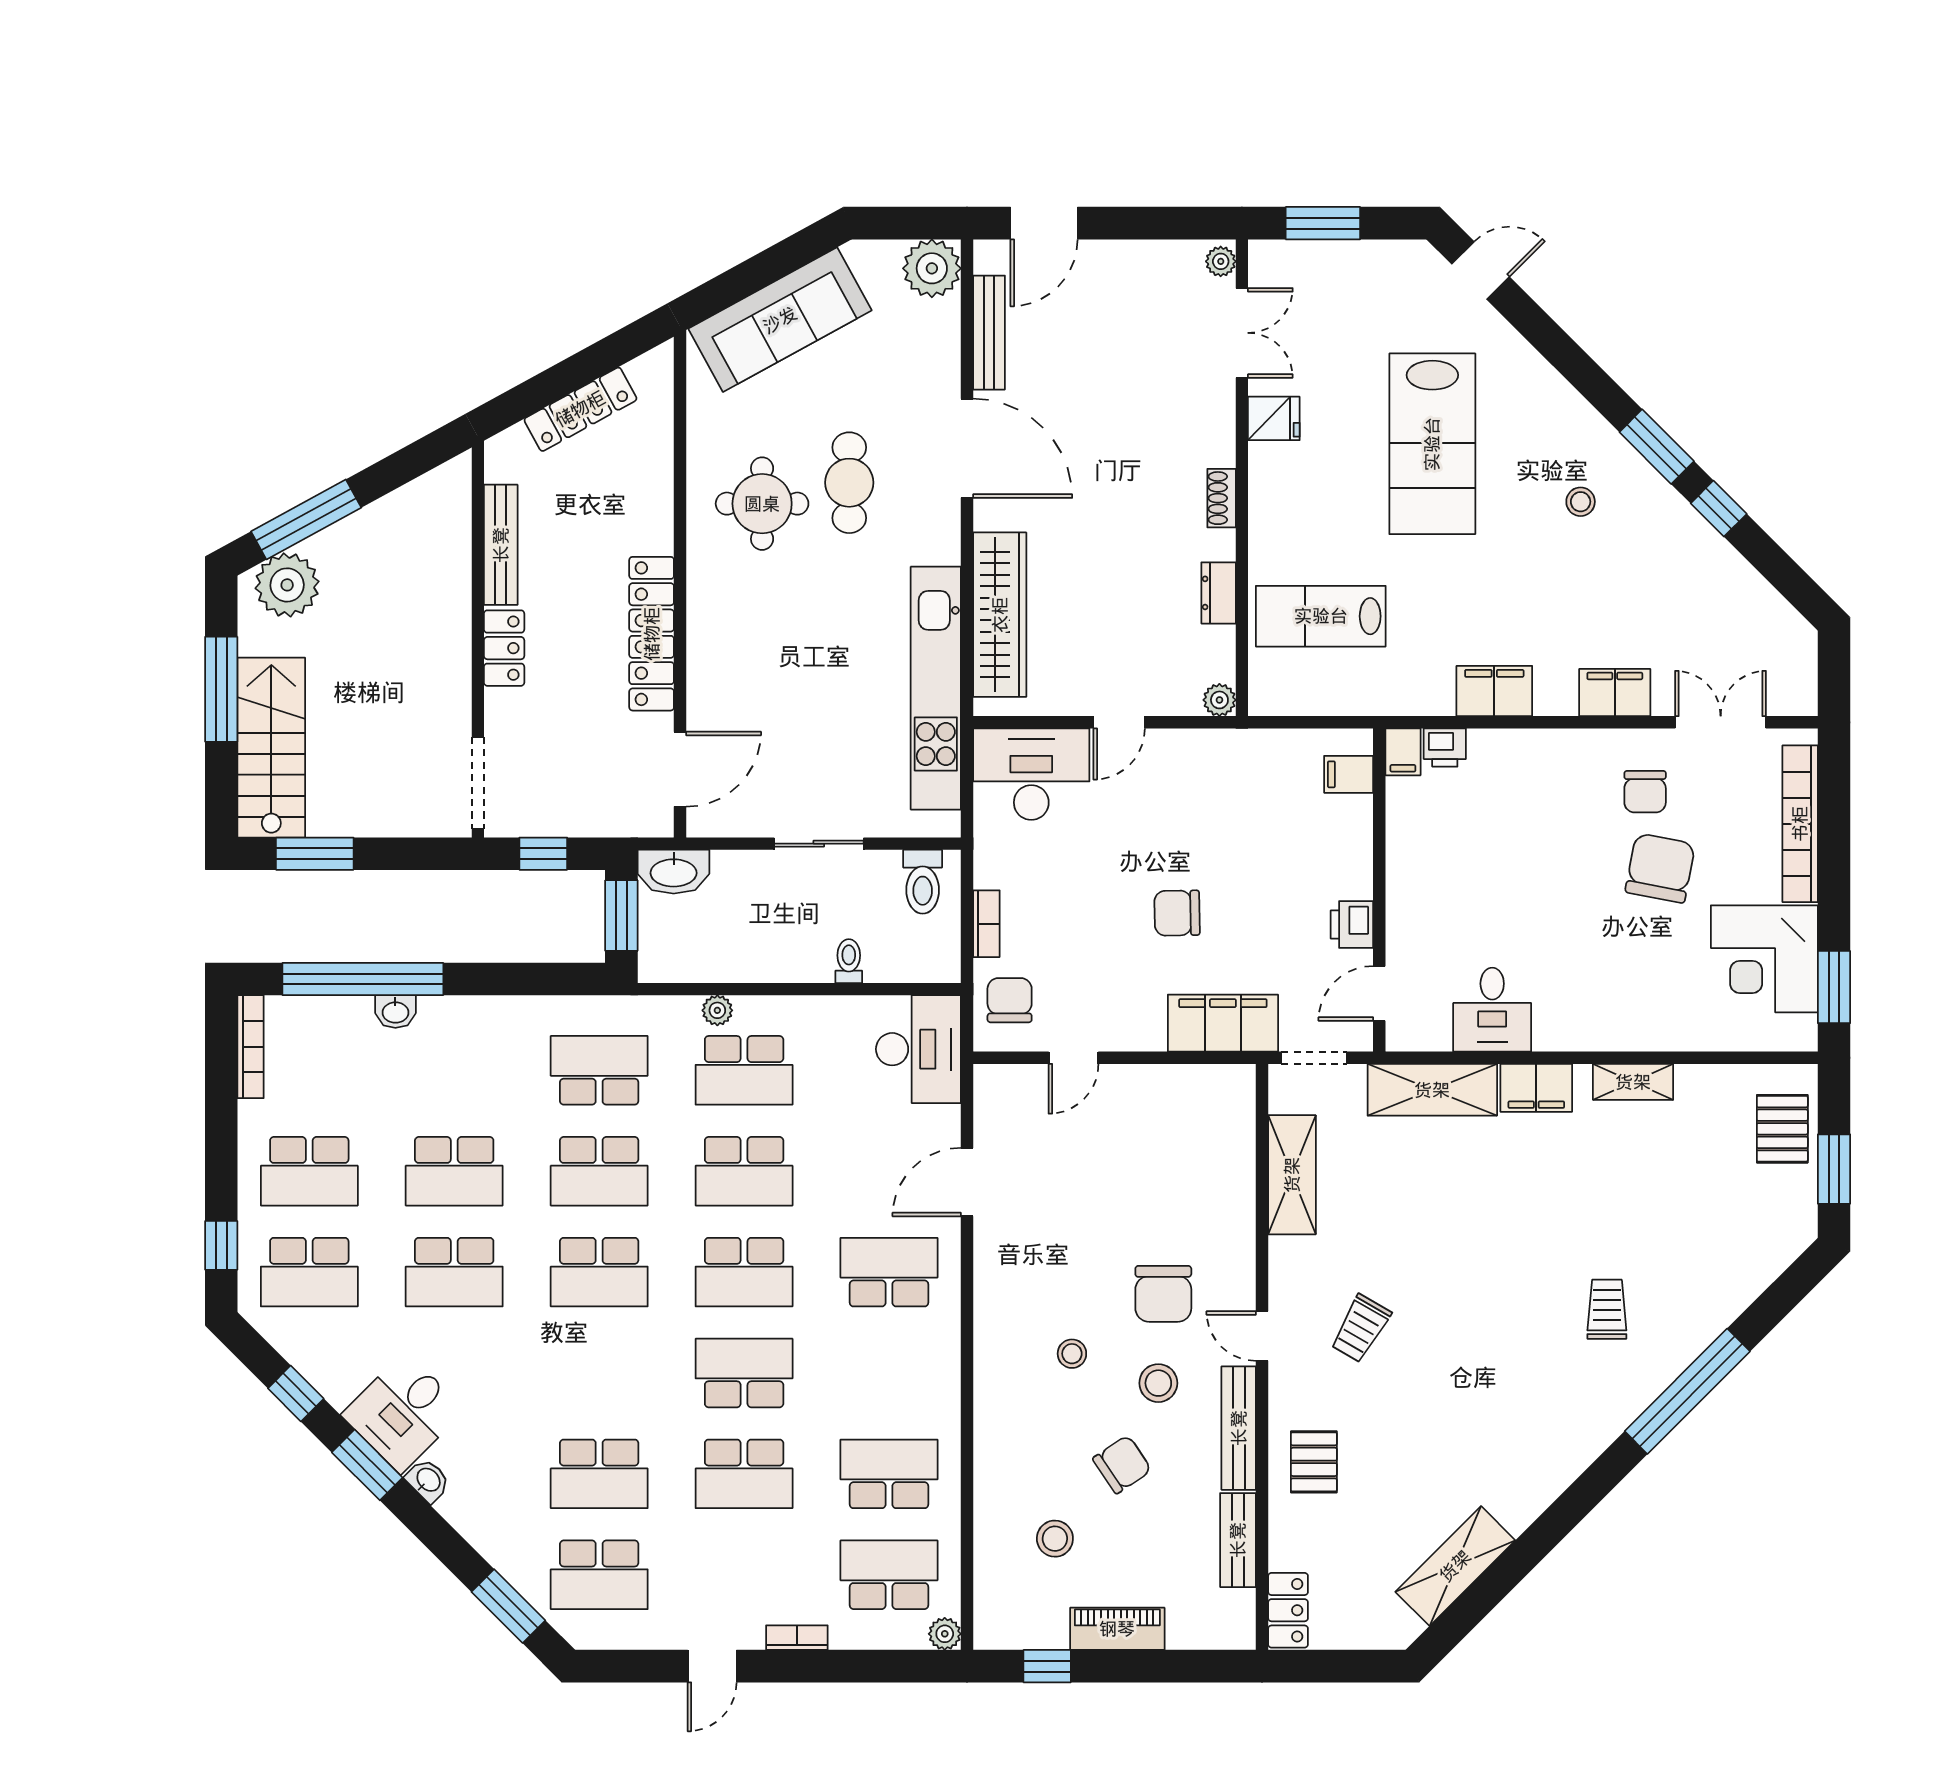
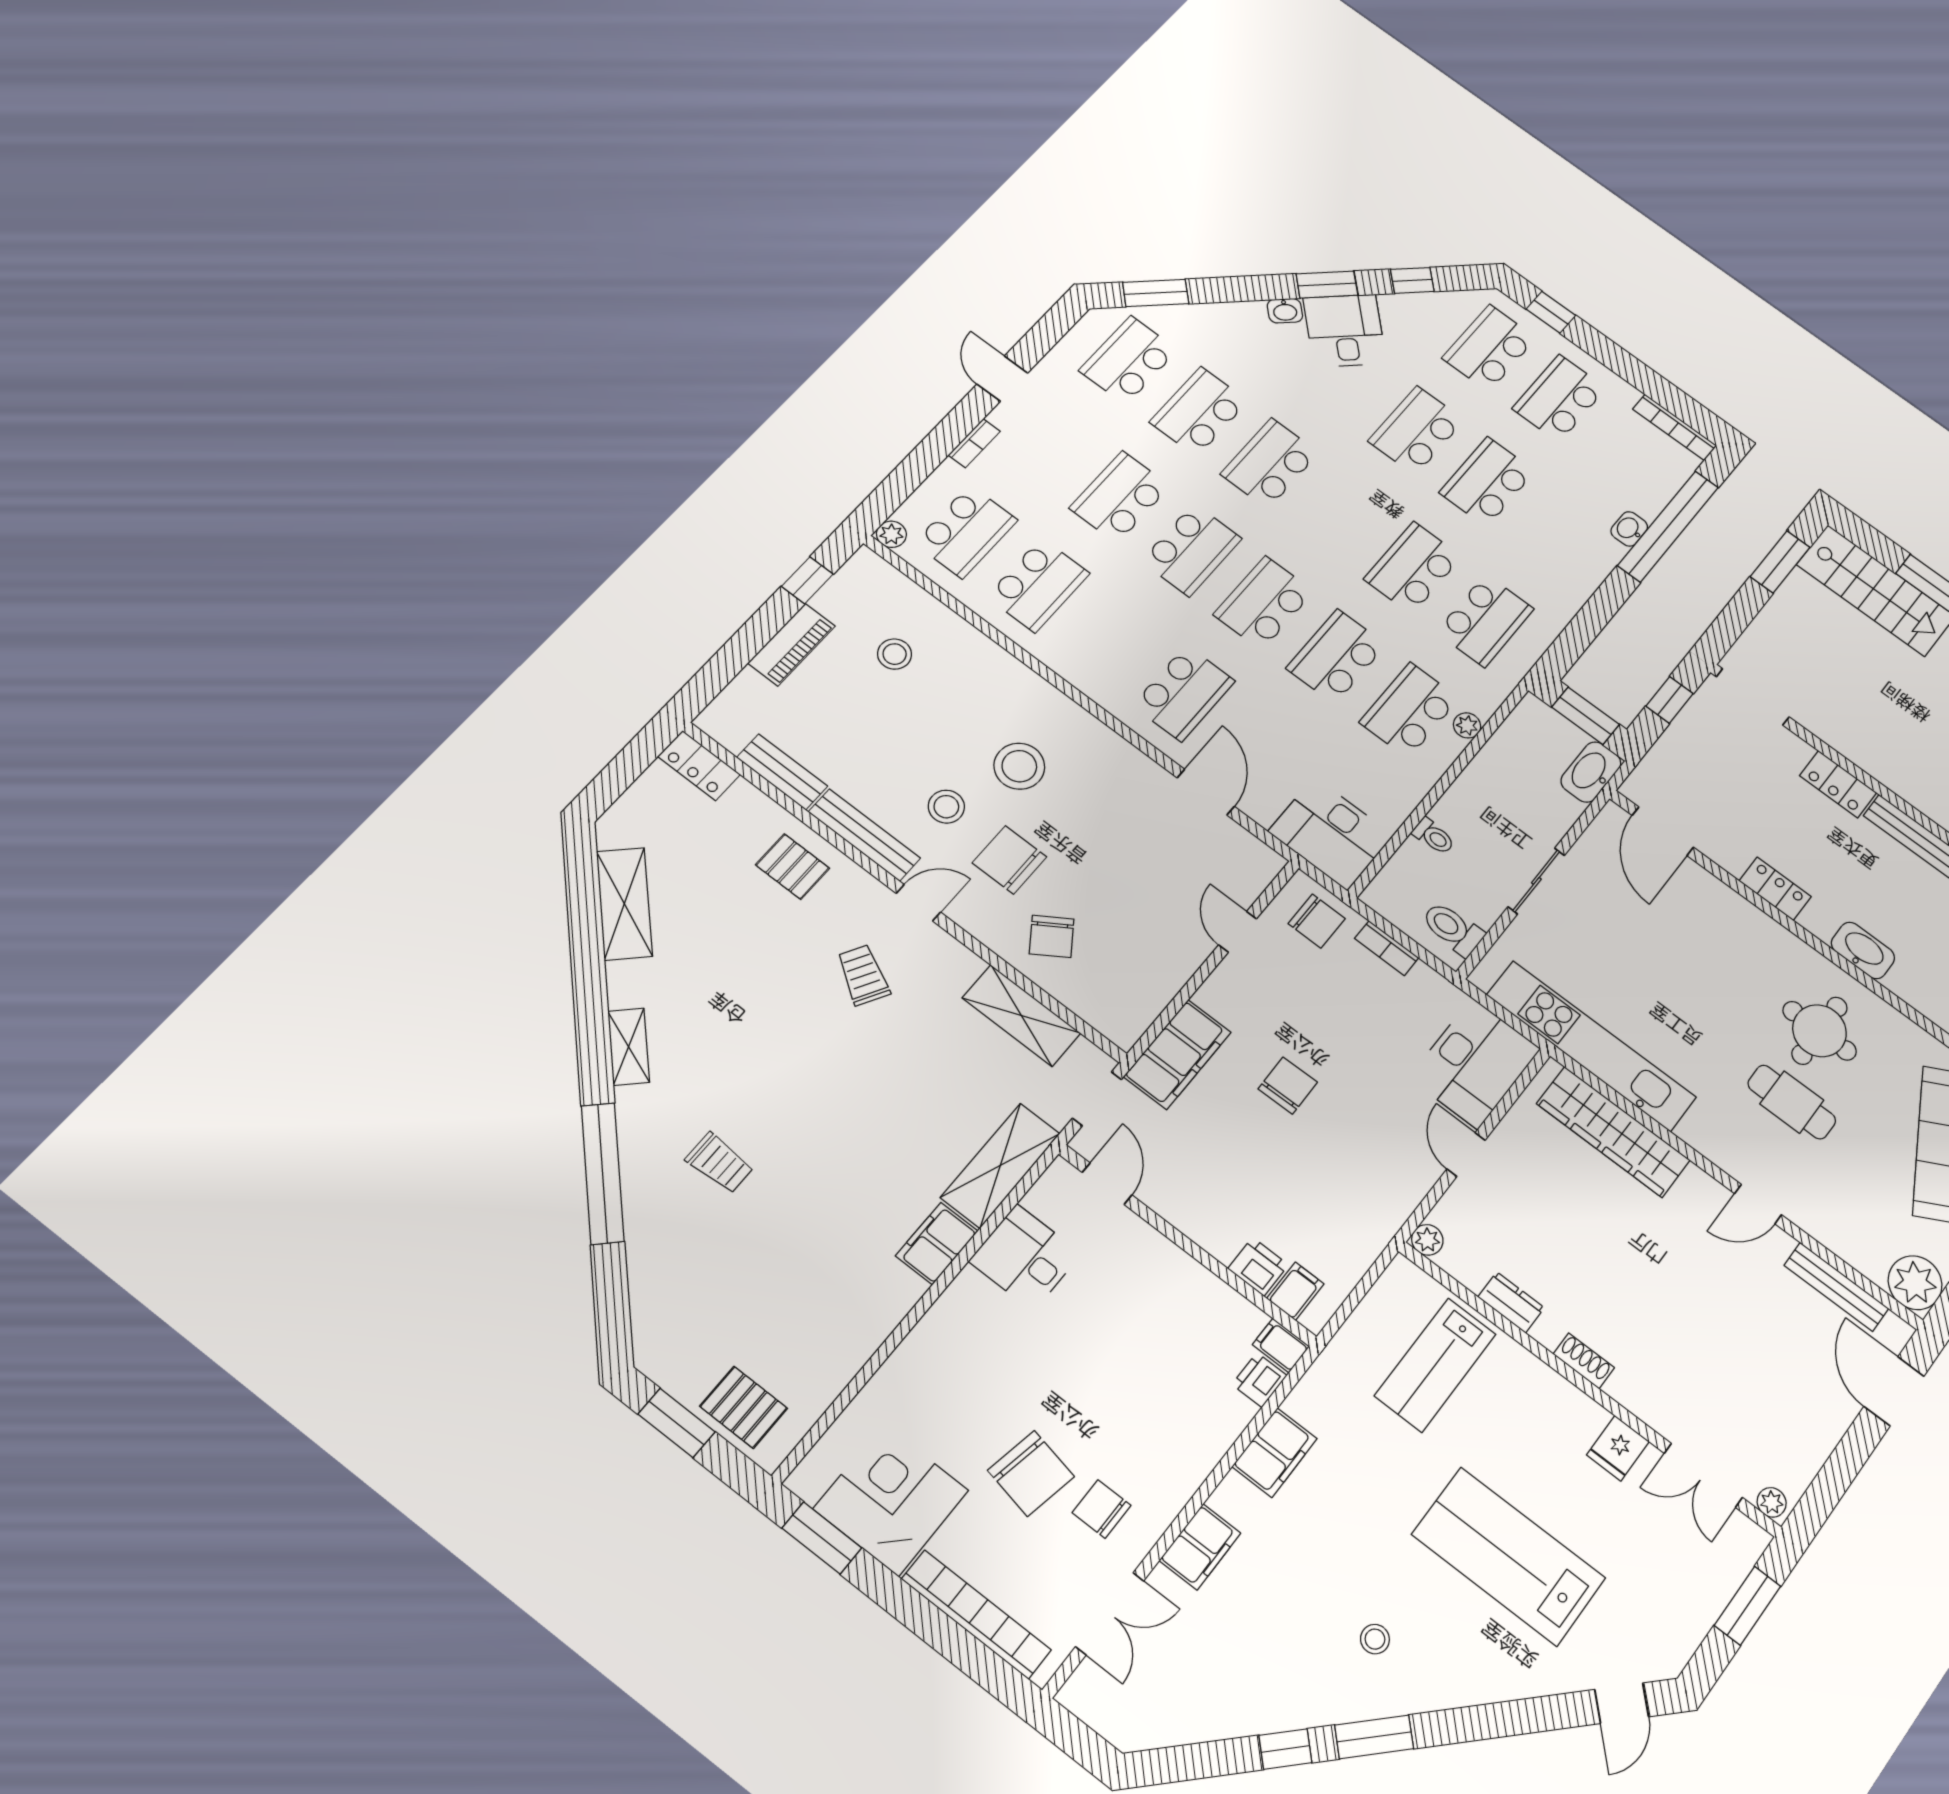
door: (967, 448) -> (1758, 1204), width x0.53
washbasin: (653, 517) -> (1863, 950), added
lab bench: (1321, 616) -> (1435, 1365), turned 180
locker: (652, 634) -> (1775, 889), width x0.46, depth x0.83
printer: (1352, 924) -> (1258, 1267), moved
shelving: (1633, 1082) -> (629, 1047), moved, turned -45
school desk: (599, 1272) -> (1270, 463), moved
stool: (1072, 1354) -> (1019, 766), width x1.89, depth x1.89
chair: (1122, 1464) -> (1052, 936), moved

